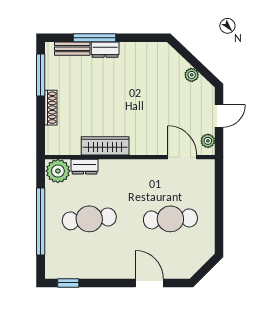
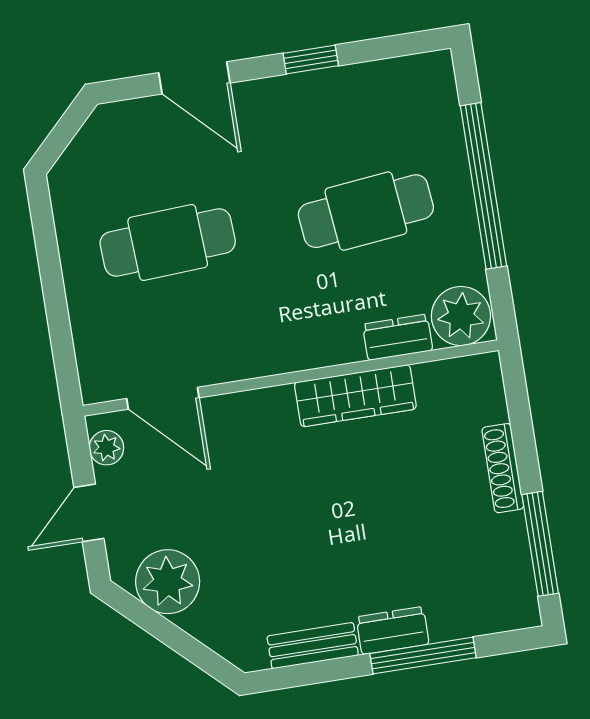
bench: (72, 49) -> (313, 646), moved
plant: (192, 75) -> (168, 582), width x1.88, depth x1.88
window: (68, 283) -> (311, 59), moved

